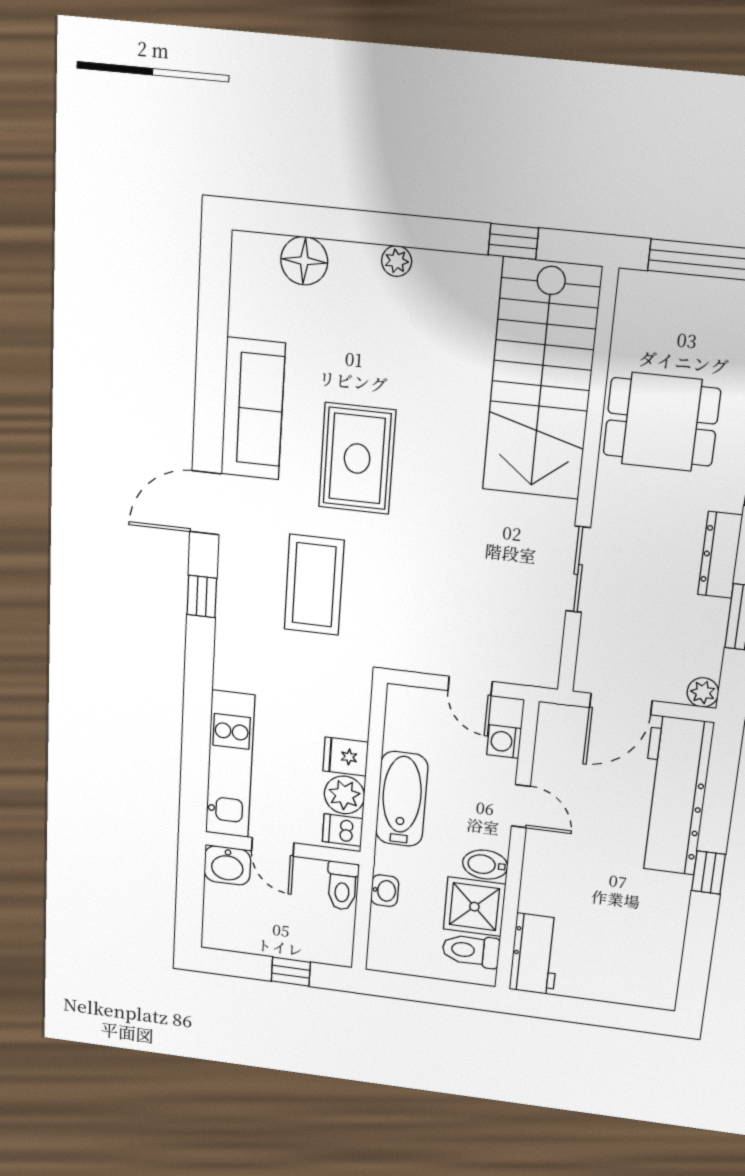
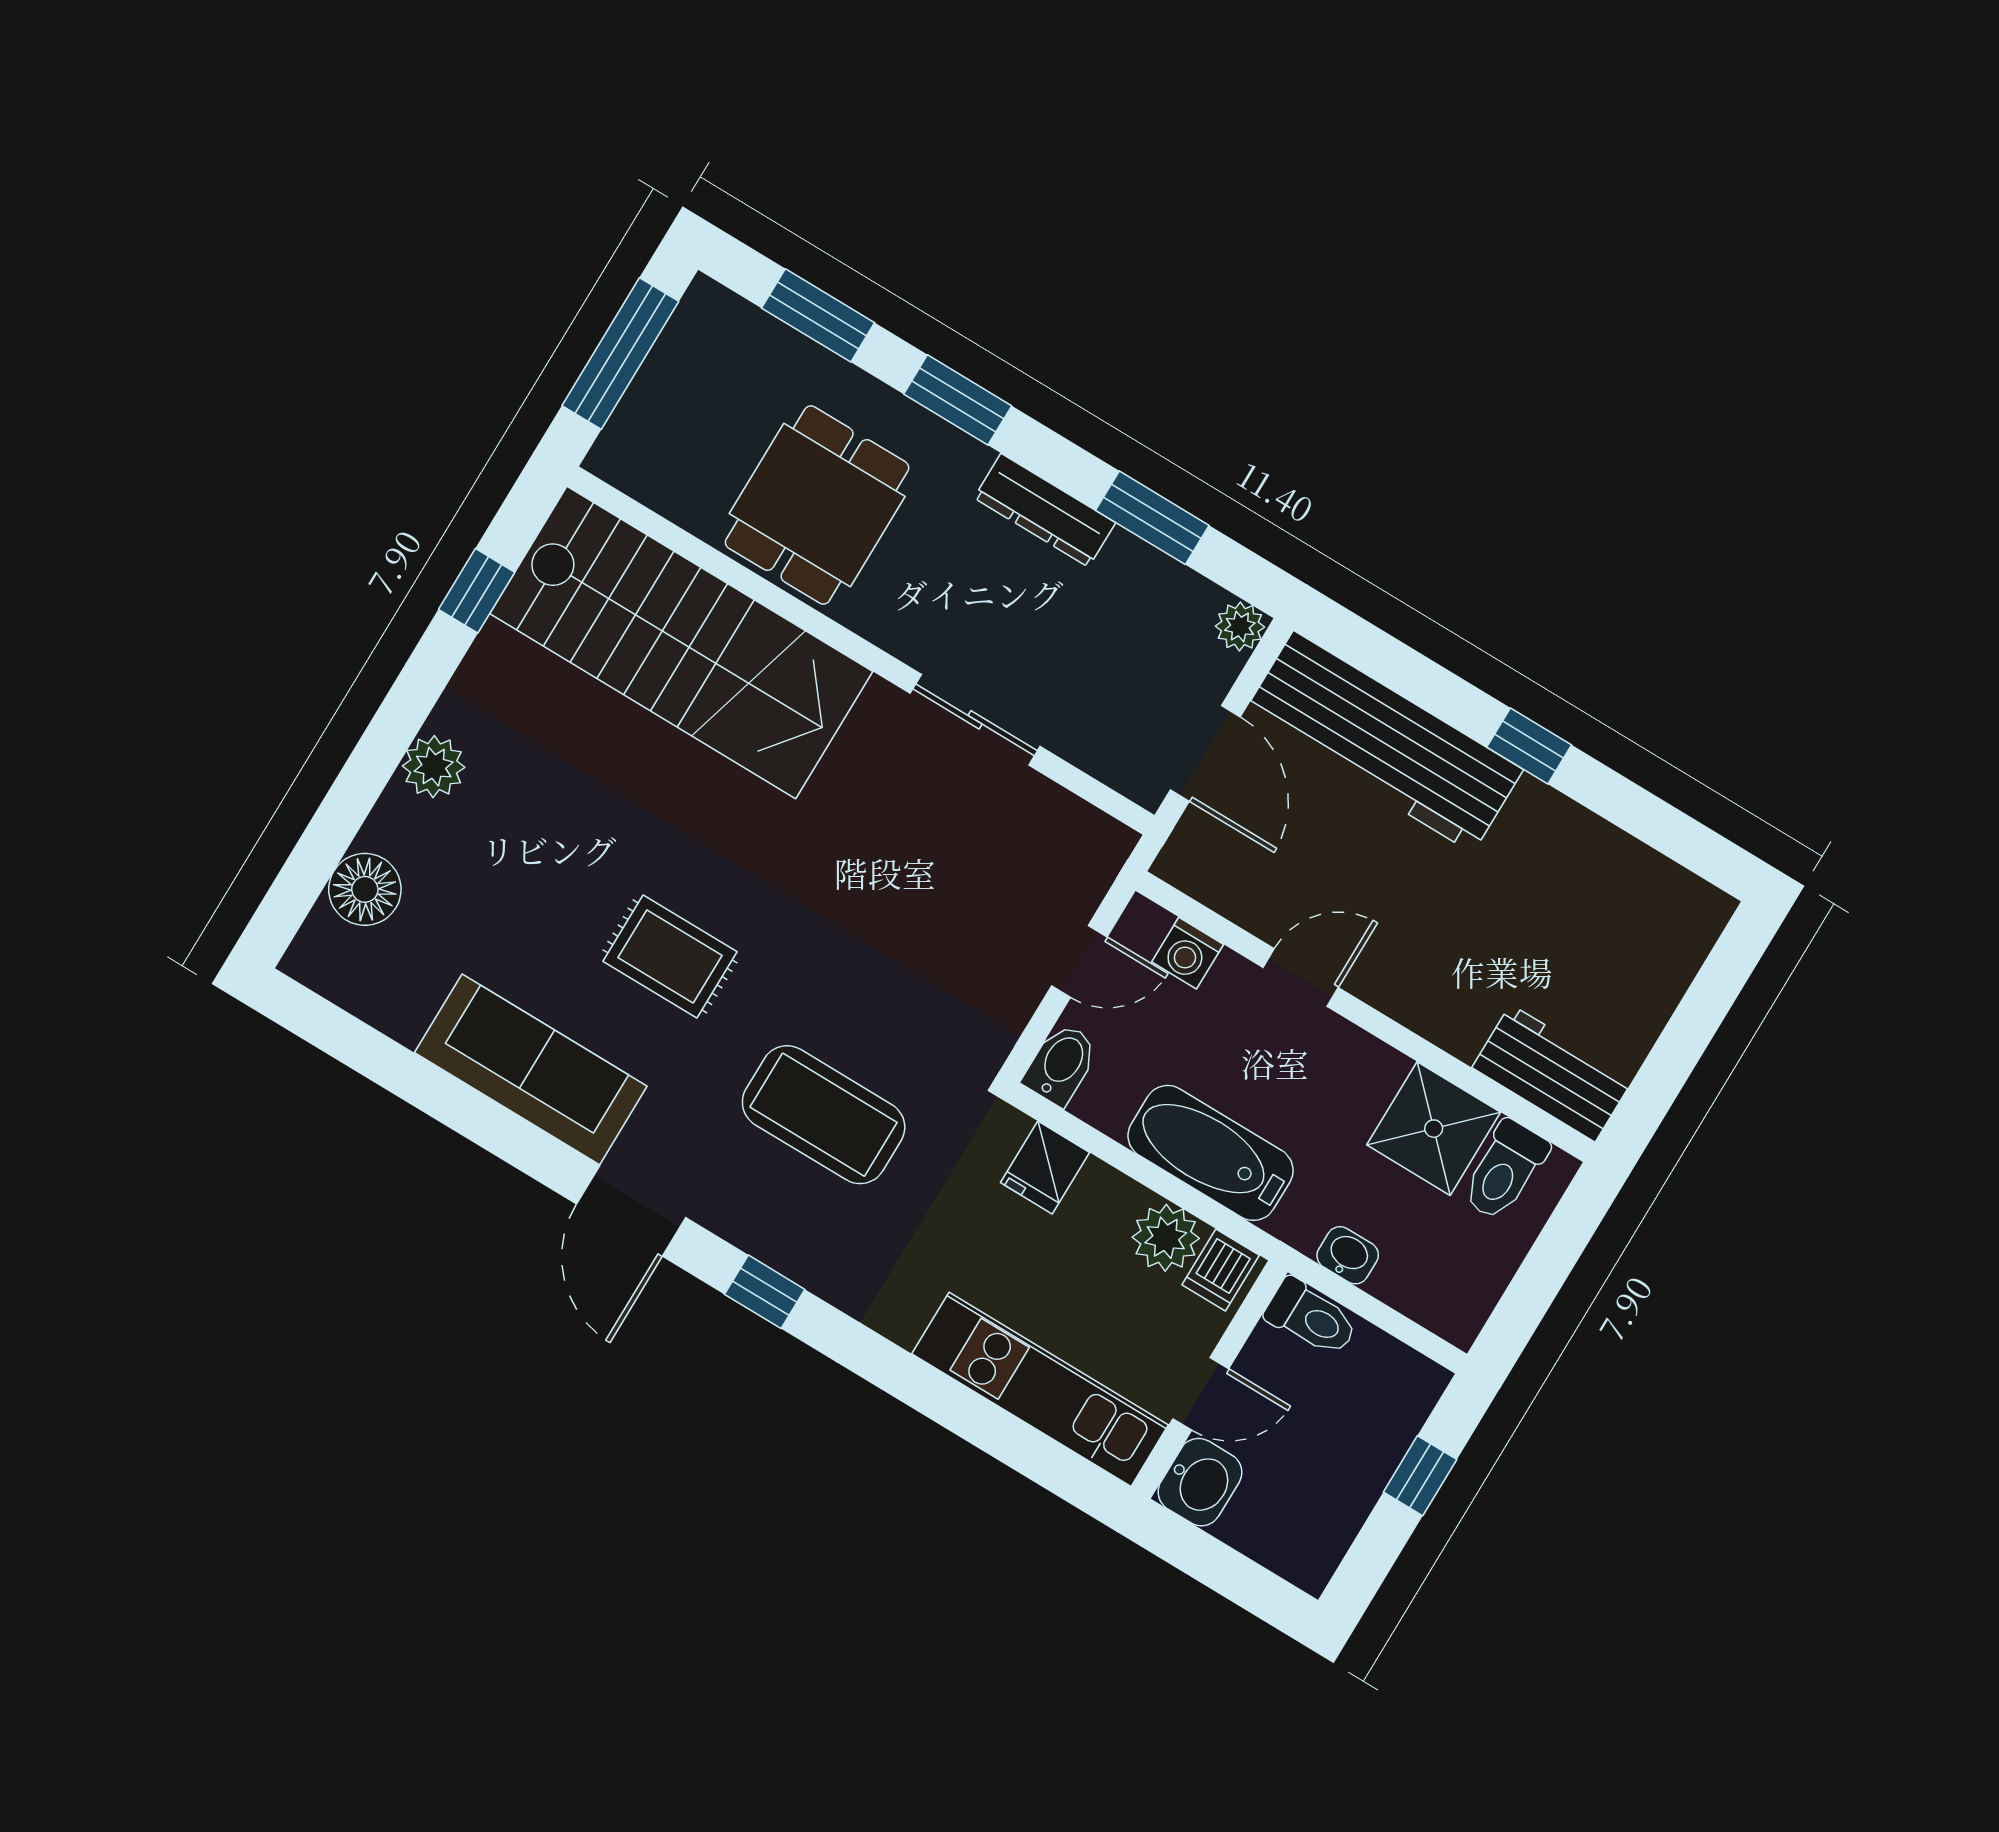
plant: (397, 261) -> (434, 767), width x1.38, depth x1.38
rug: (357, 459) -> (670, 957), width x0.73, depth x0.70
fridge: (346, 757) -> (1045, 1168), moved
bidet: (485, 865) -> (1061, 1064), moved, turned 180

